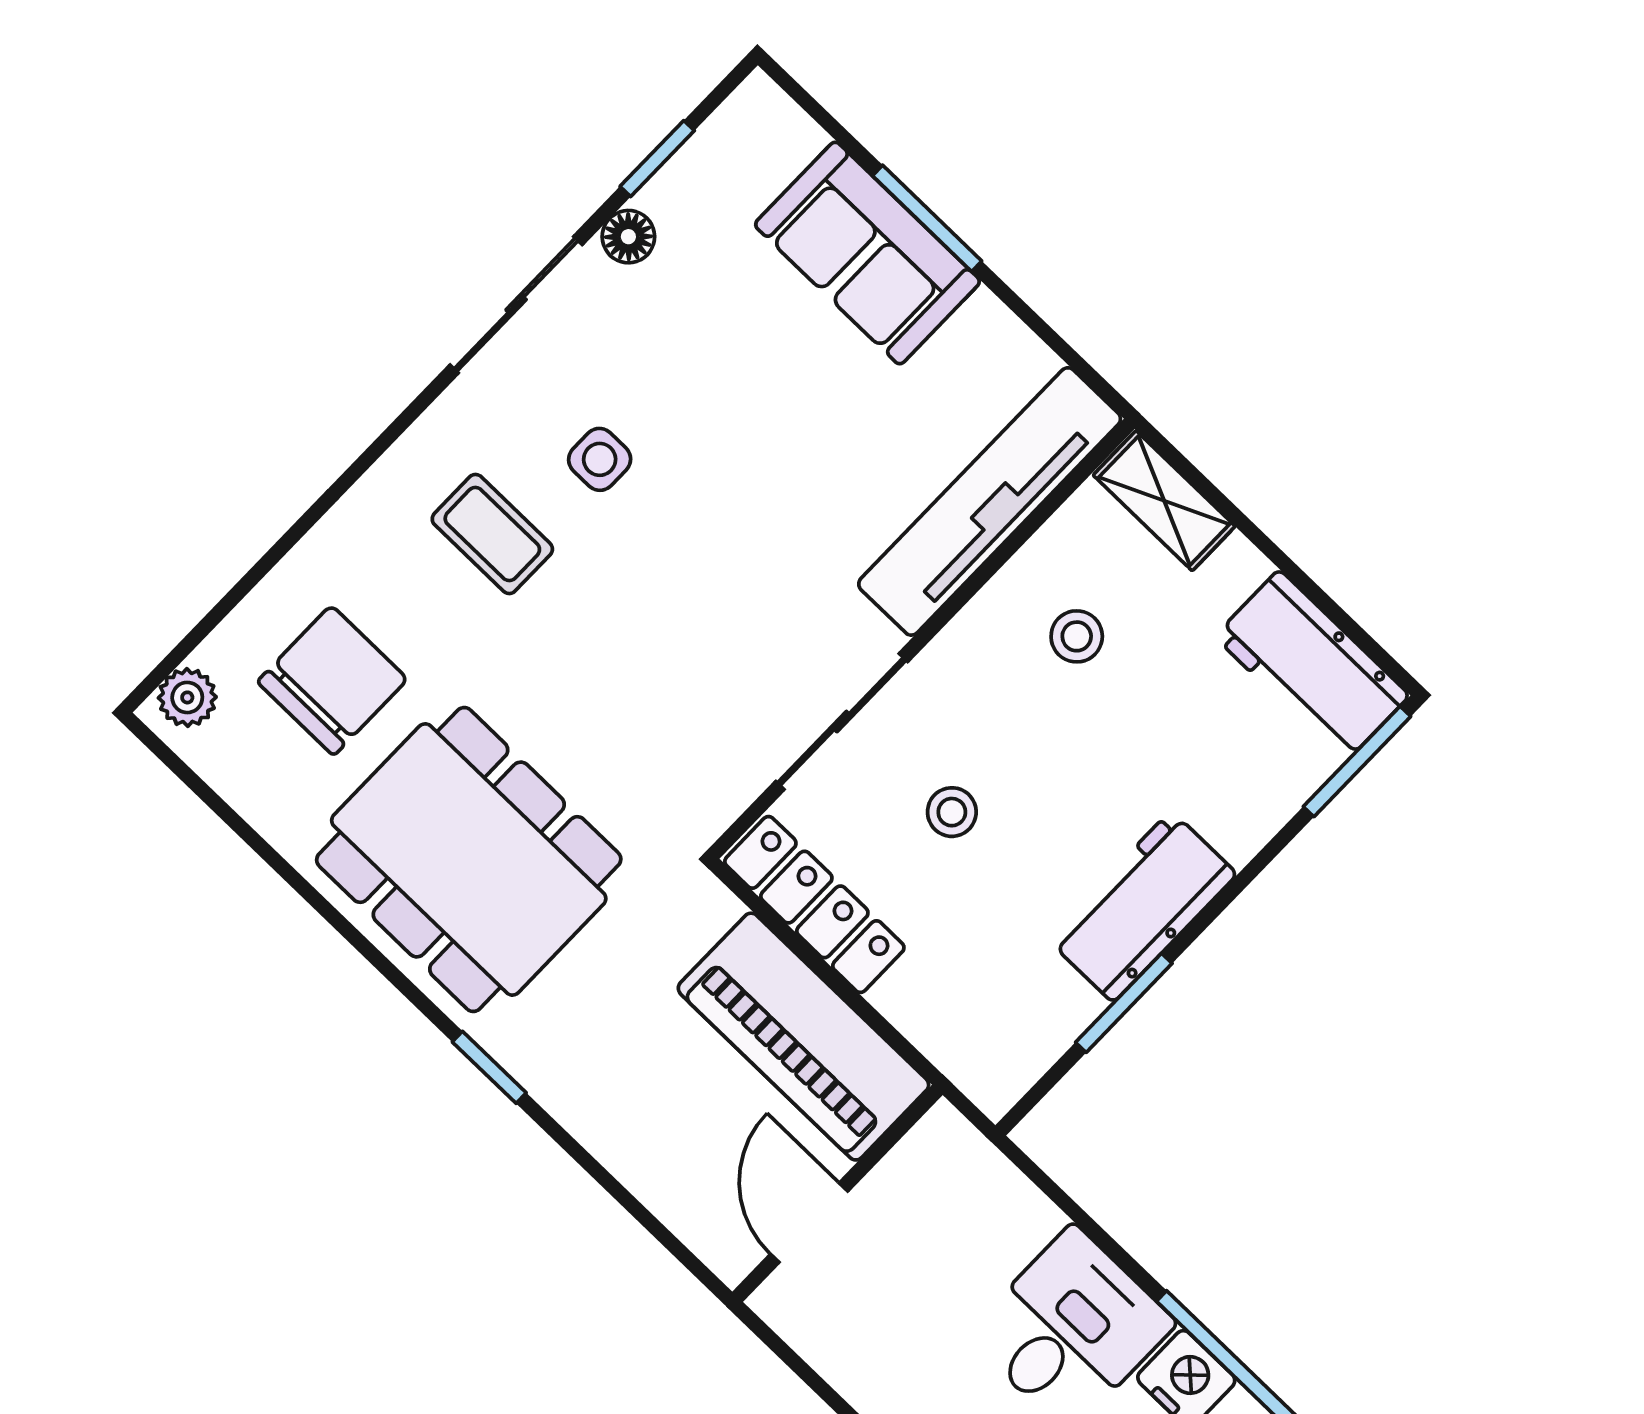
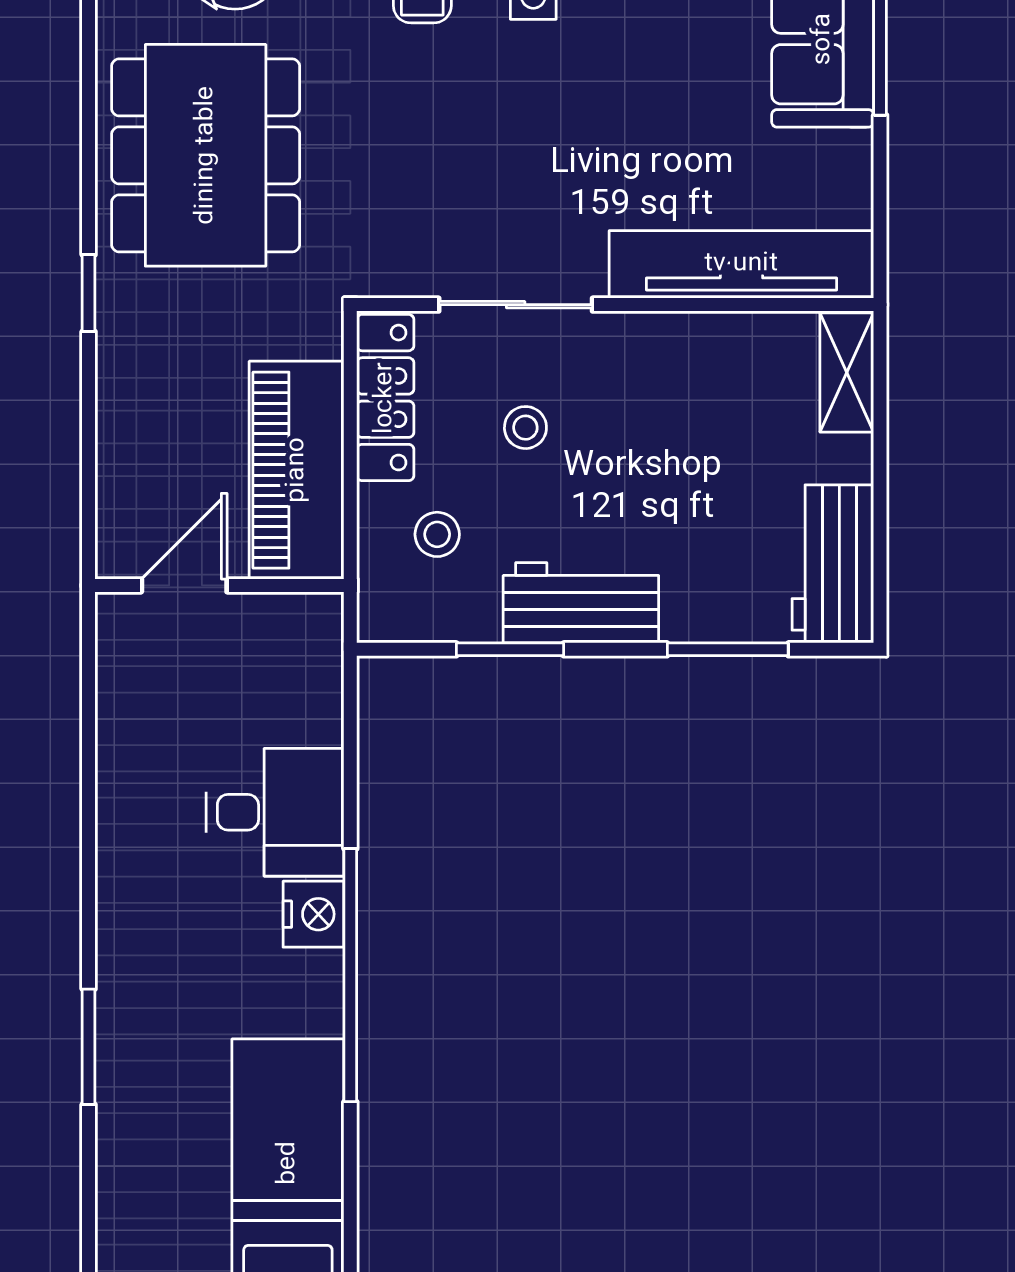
stool: (1077, 636) -> (437, 534), moved
window: (1357, 761) -> (728, 649), moved

